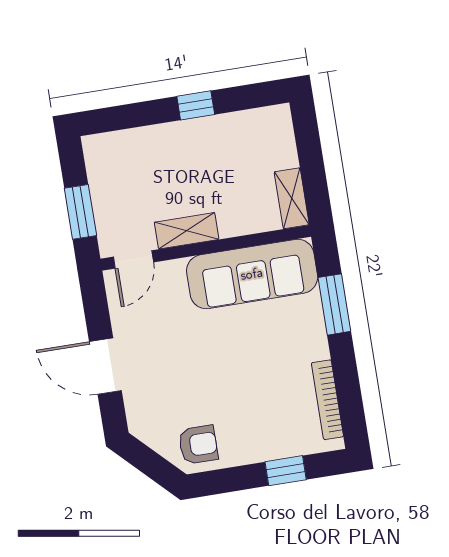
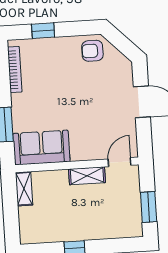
window: (80, 212) -> (149, 207), moved
sofa: (252, 274) -> (41, 148), width x0.73

